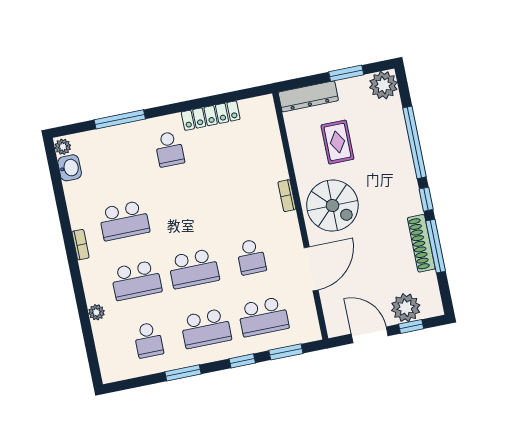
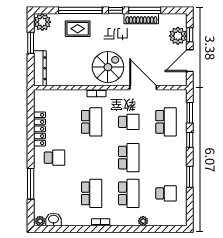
rug: (337, 142) -> (78, 29), moved
school desk: (206, 328) -> (92, 122), moved

